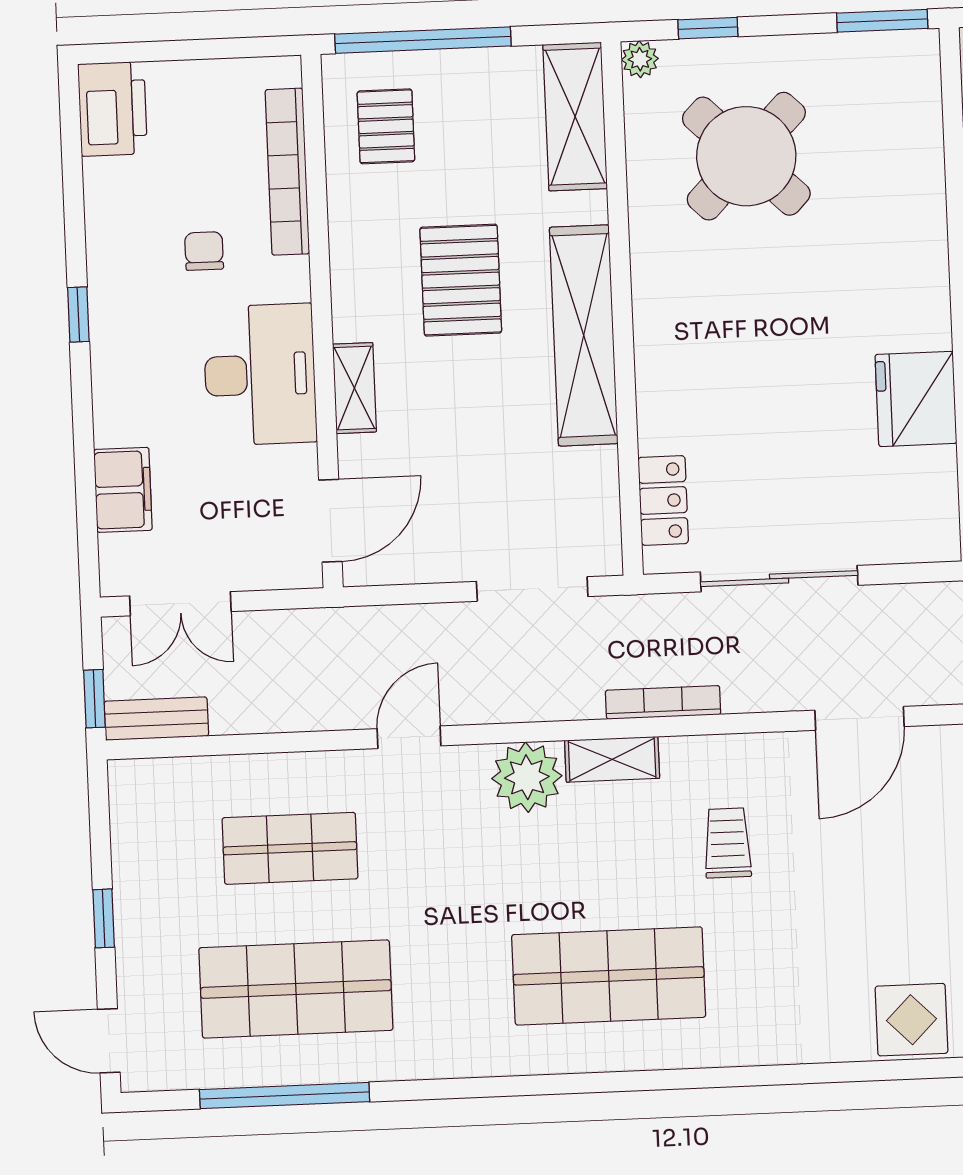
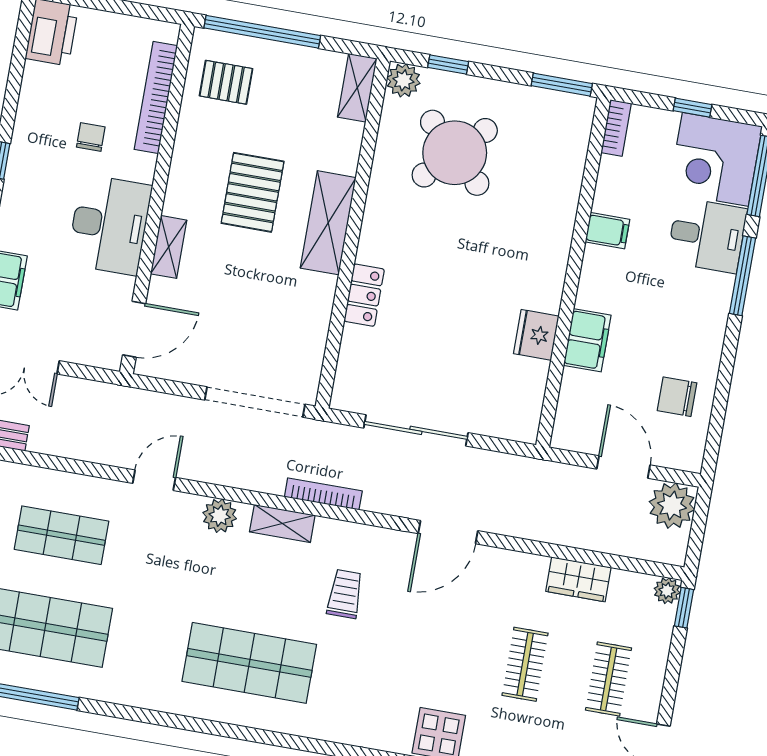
plant: (640, 59) -> (403, 80), width x1.38, depth x1.38
shelving: (575, 117) -> (357, 88), width x0.67, depth x0.75
pallet: (386, 126) -> (226, 82), turned 90
shelving: (584, 335) -> (328, 223), width x0.68
fridge: (916, 399) -> (536, 335), width x0.73, depth x0.75
locker: (663, 500) -> (364, 295), moved
doorway: (532, 589) -> (255, 402), width x1.36
plant: (527, 777) -> (220, 516), width x0.73, depth x0.73

